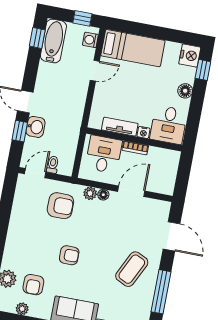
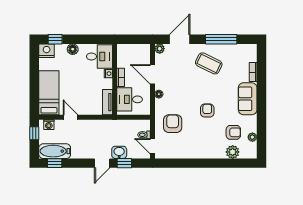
tv unit: (120, 127) -> (107, 102), moved
plant: (90, 193) -> (160, 49), moved

